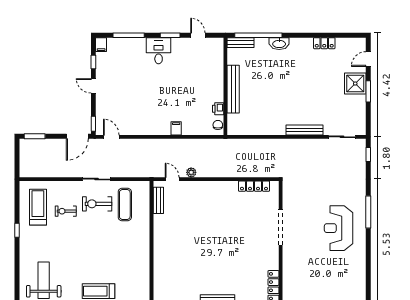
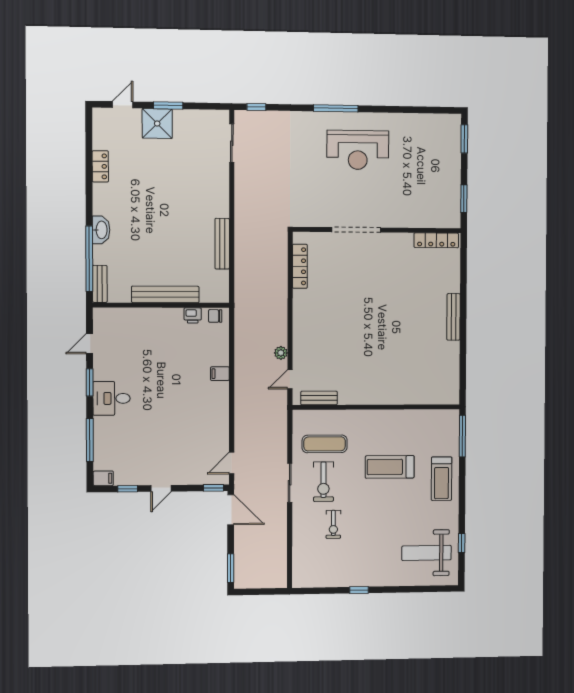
door: (368, 59) -> (123, 105), swing flipped
bench: (305, 130) -> (222, 244), moved
treadmill: (38, 207) -> (390, 467), moved

